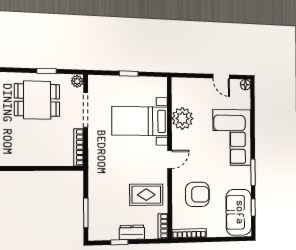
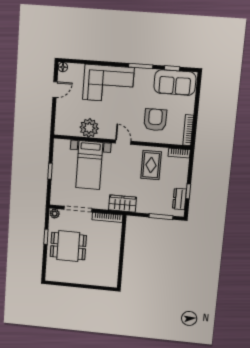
dining table: (37, 100) -> (68, 246), turned 90
wardrobe: (97, 164) -> (122, 204), added
dresser: (132, 232) -> (179, 199), moved

